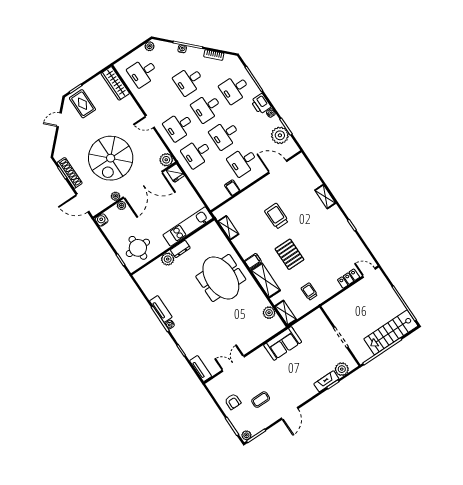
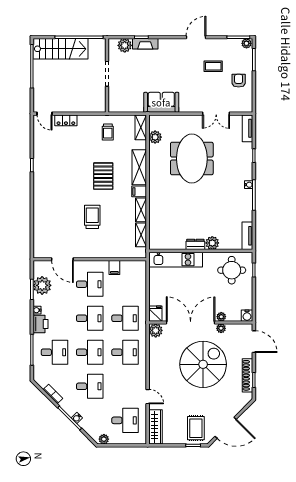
door: (59, 120) -> (226, 428), width x1.87
door: (150, 122) -> (148, 397), moved
shelving: (325, 197) -> (141, 210), moved
trolley: (277, 216) -> (92, 217), turned 180
meeting table: (221, 278) -> (192, 159), moved
tv unit: (161, 309) -> (247, 236), moved

